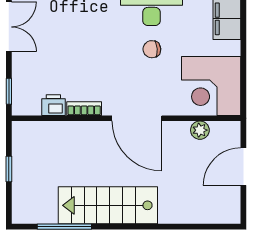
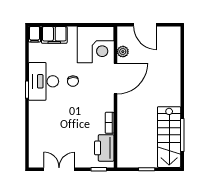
printer: (53, 105) -> (104, 148), width x1.87, depth x1.48
door: (137, 118) -> (115, 79), moved
stairs: (108, 205) -> (169, 137), moved

